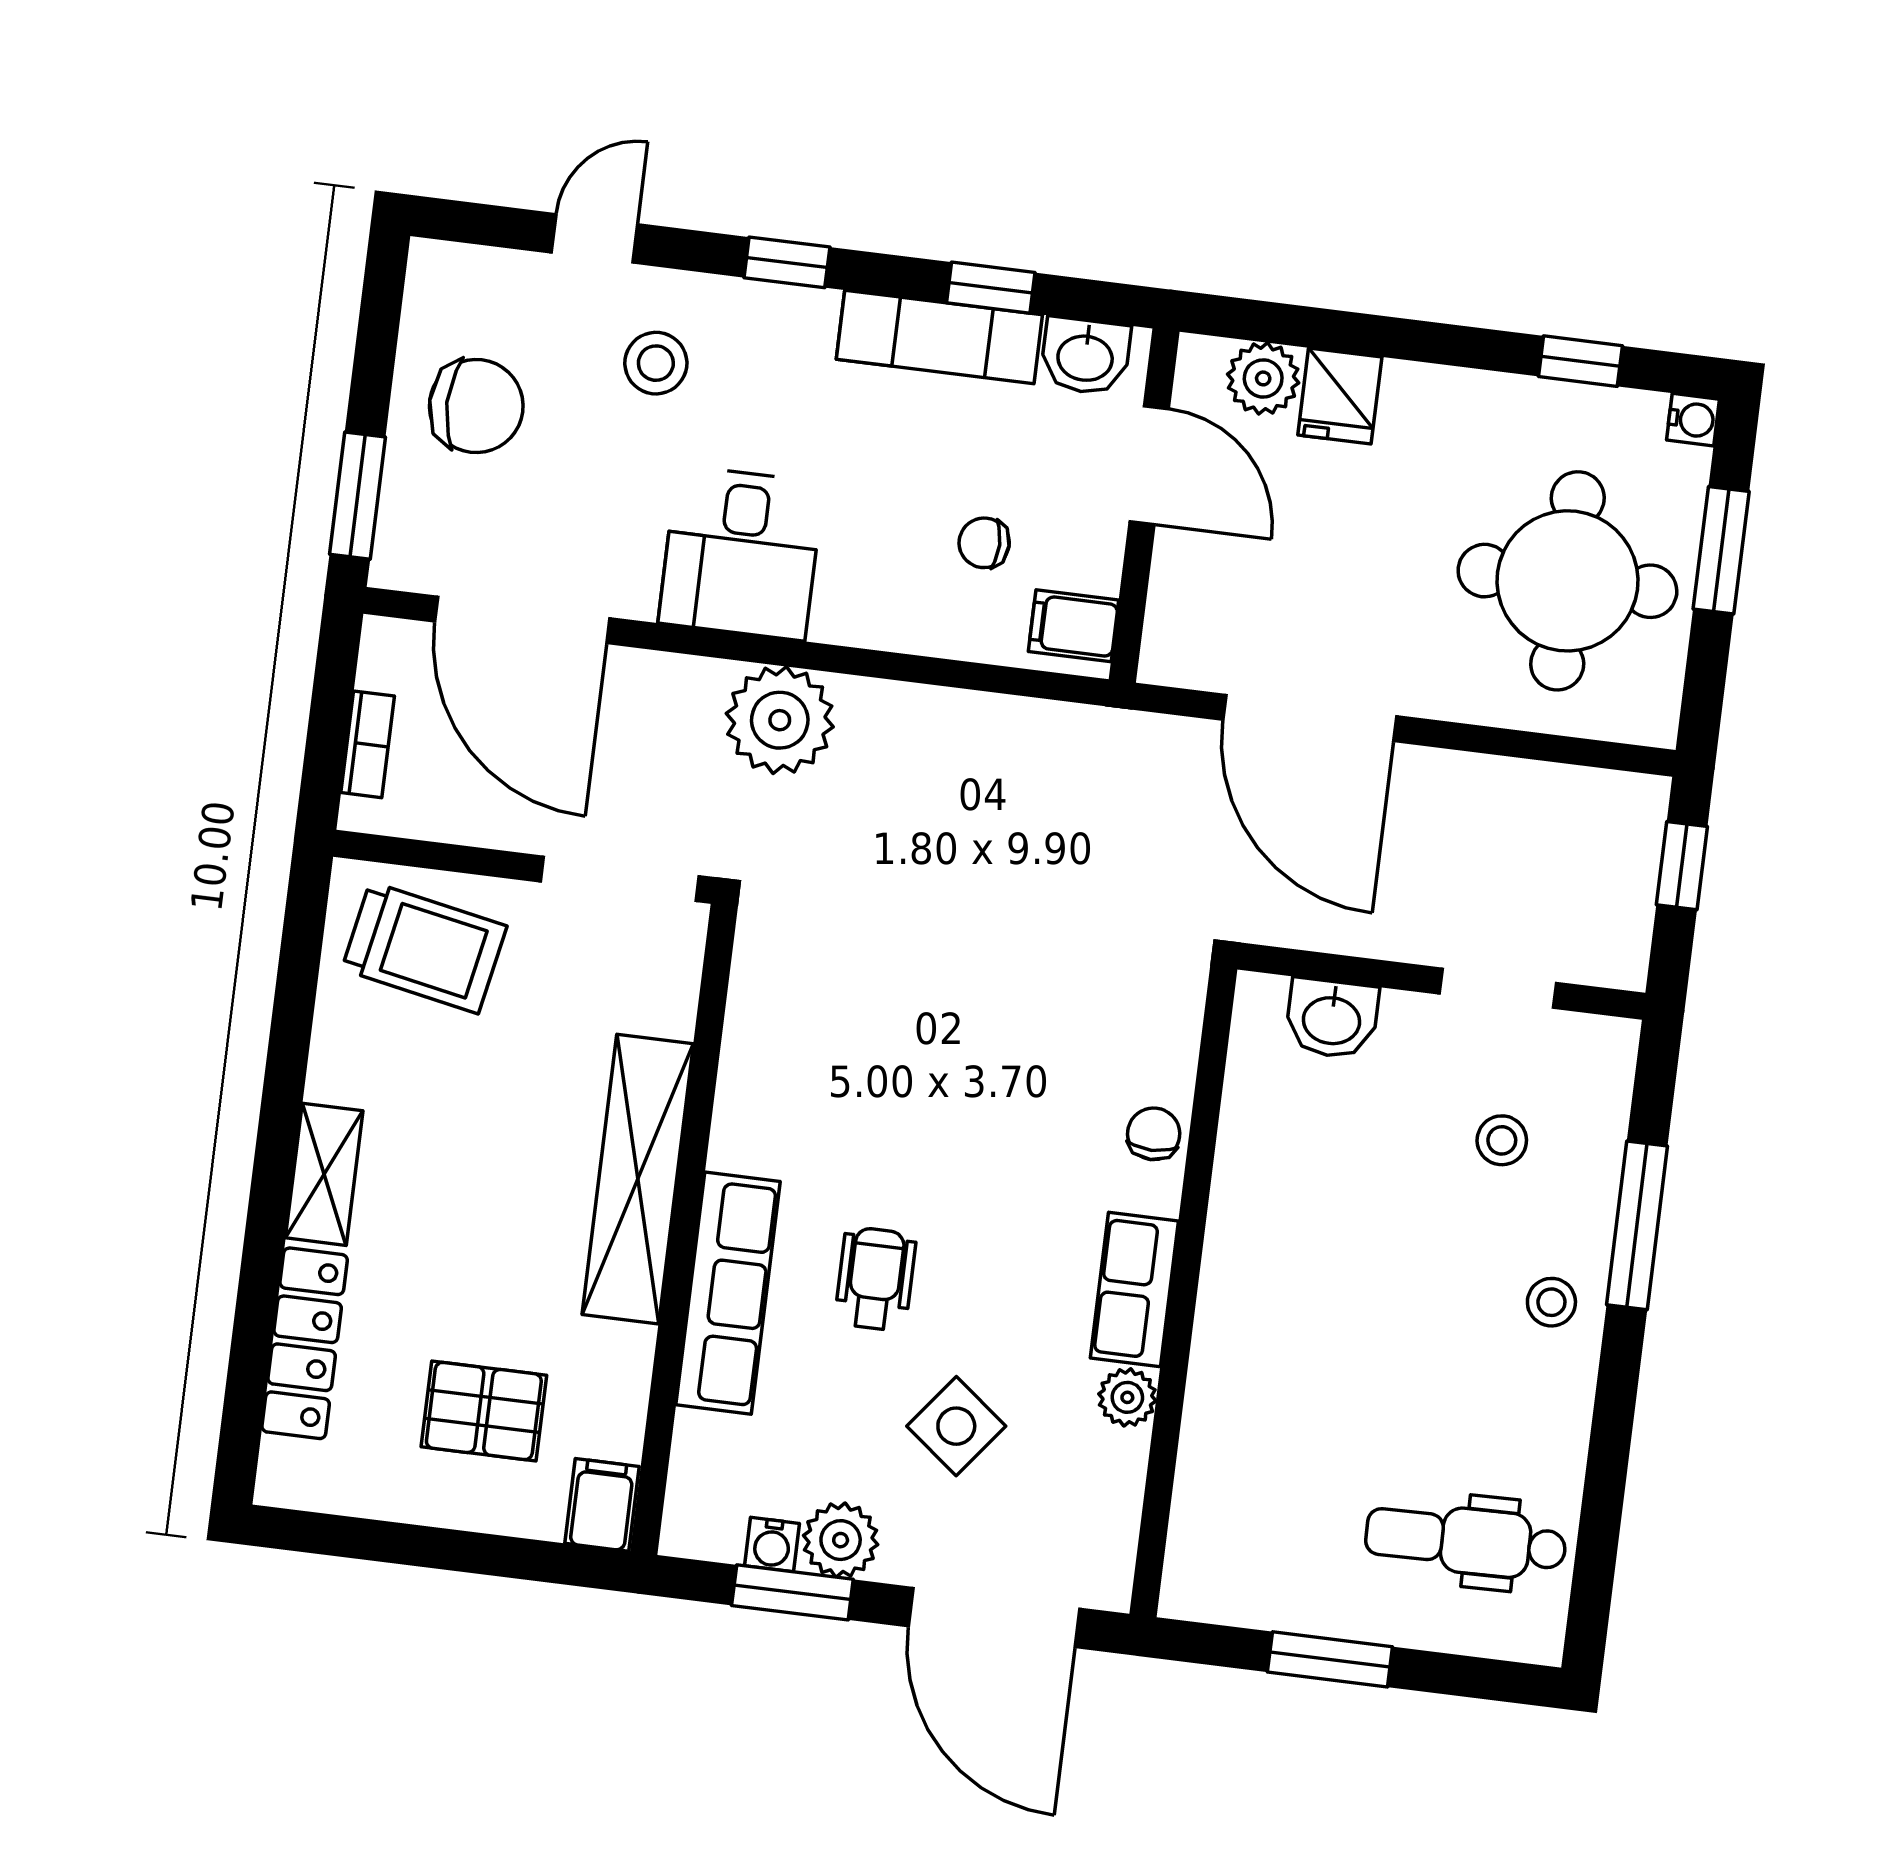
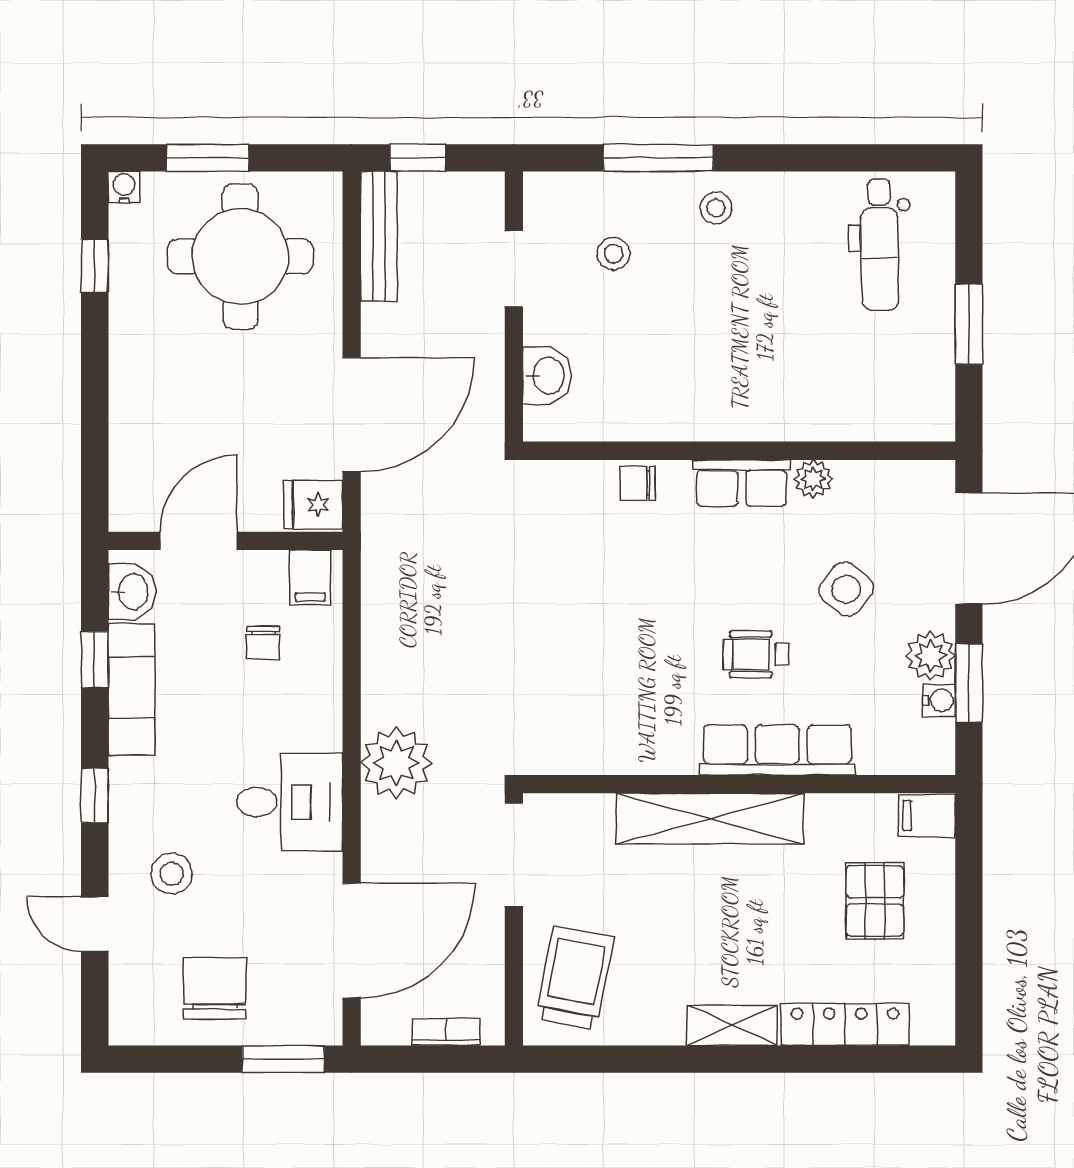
plant: (1263, 378) -> (132, 473), removed
fridge: (1340, 396) -> (313, 505), moved, turned 180
bench: (1571, 792) -> (379, 237), added

